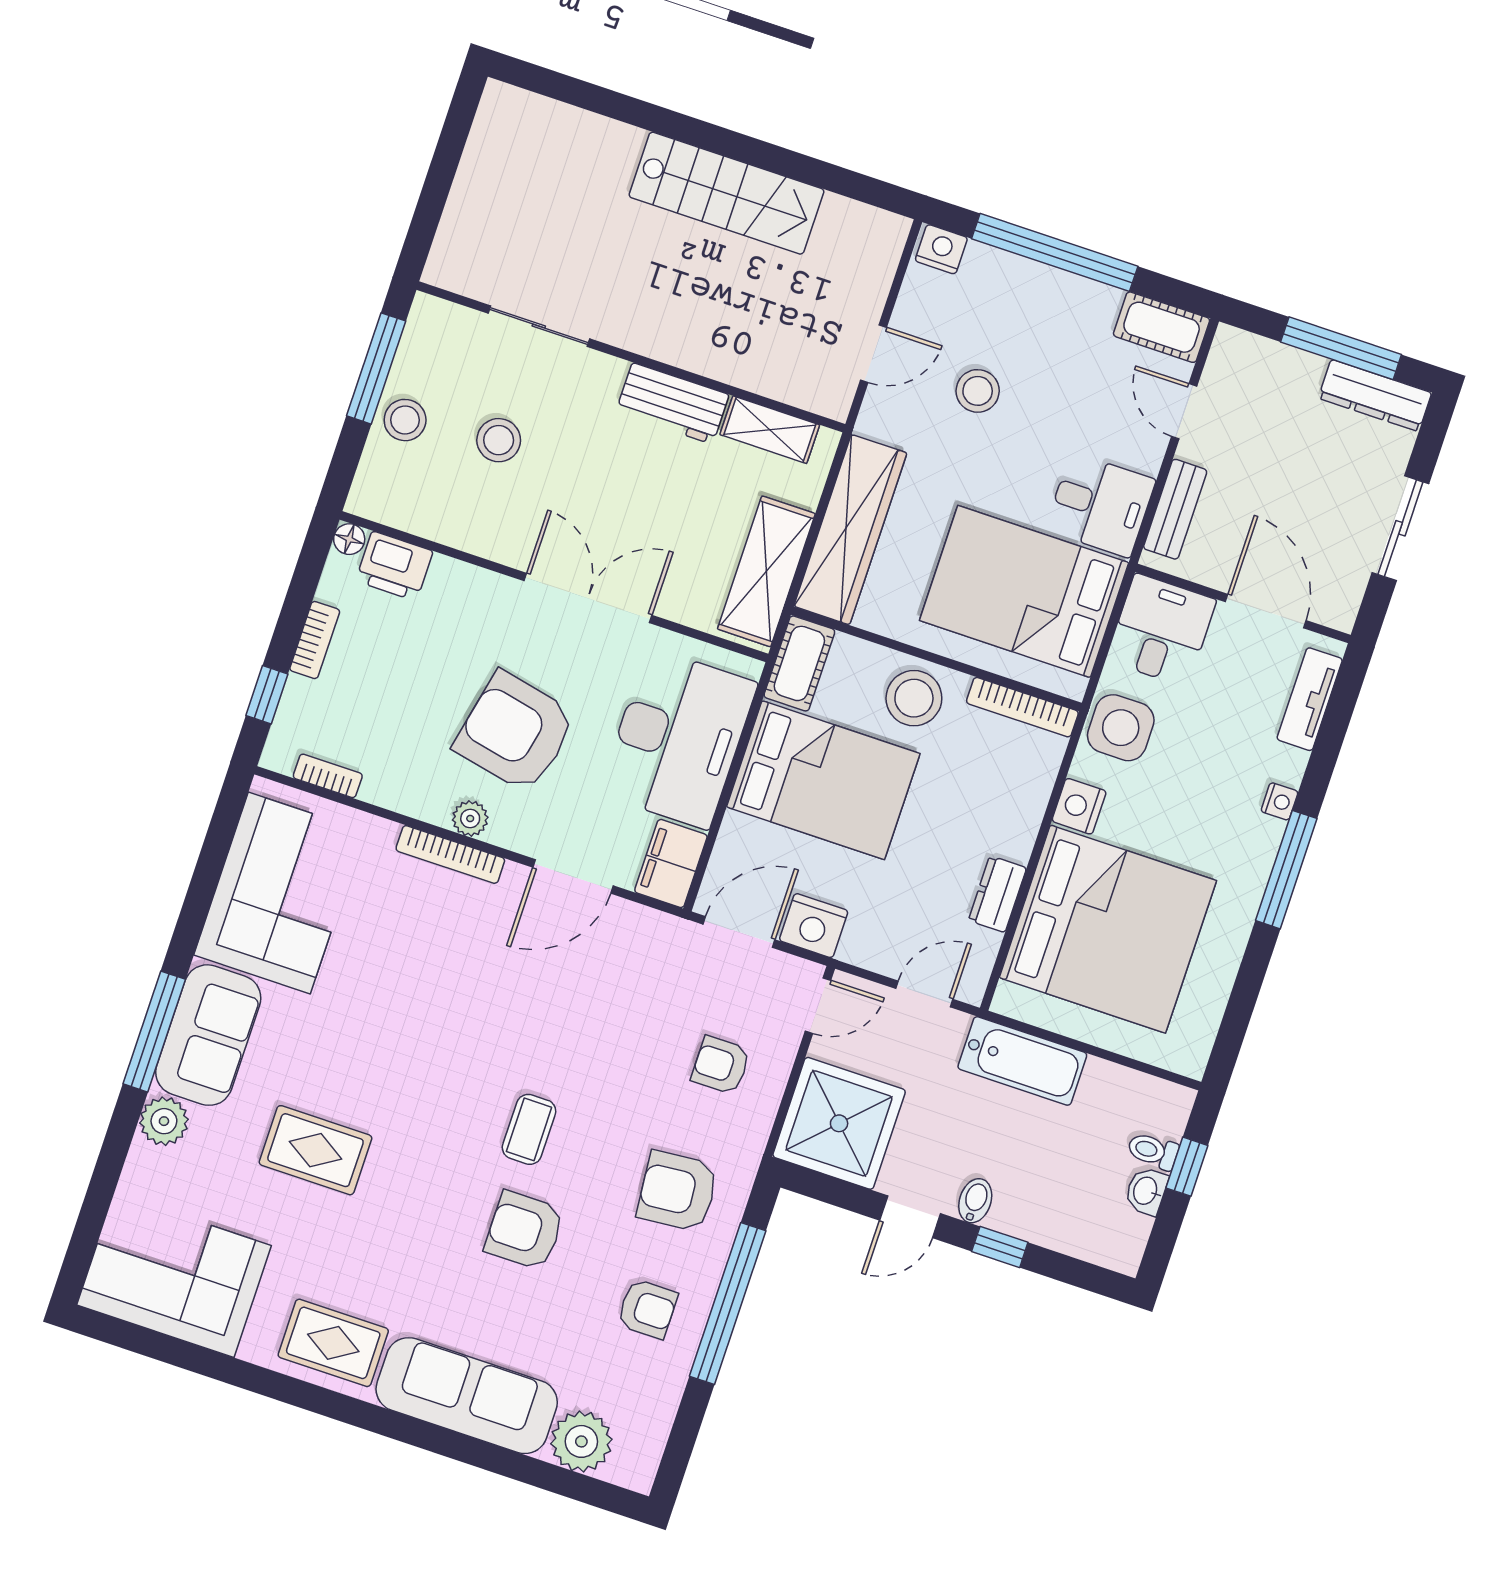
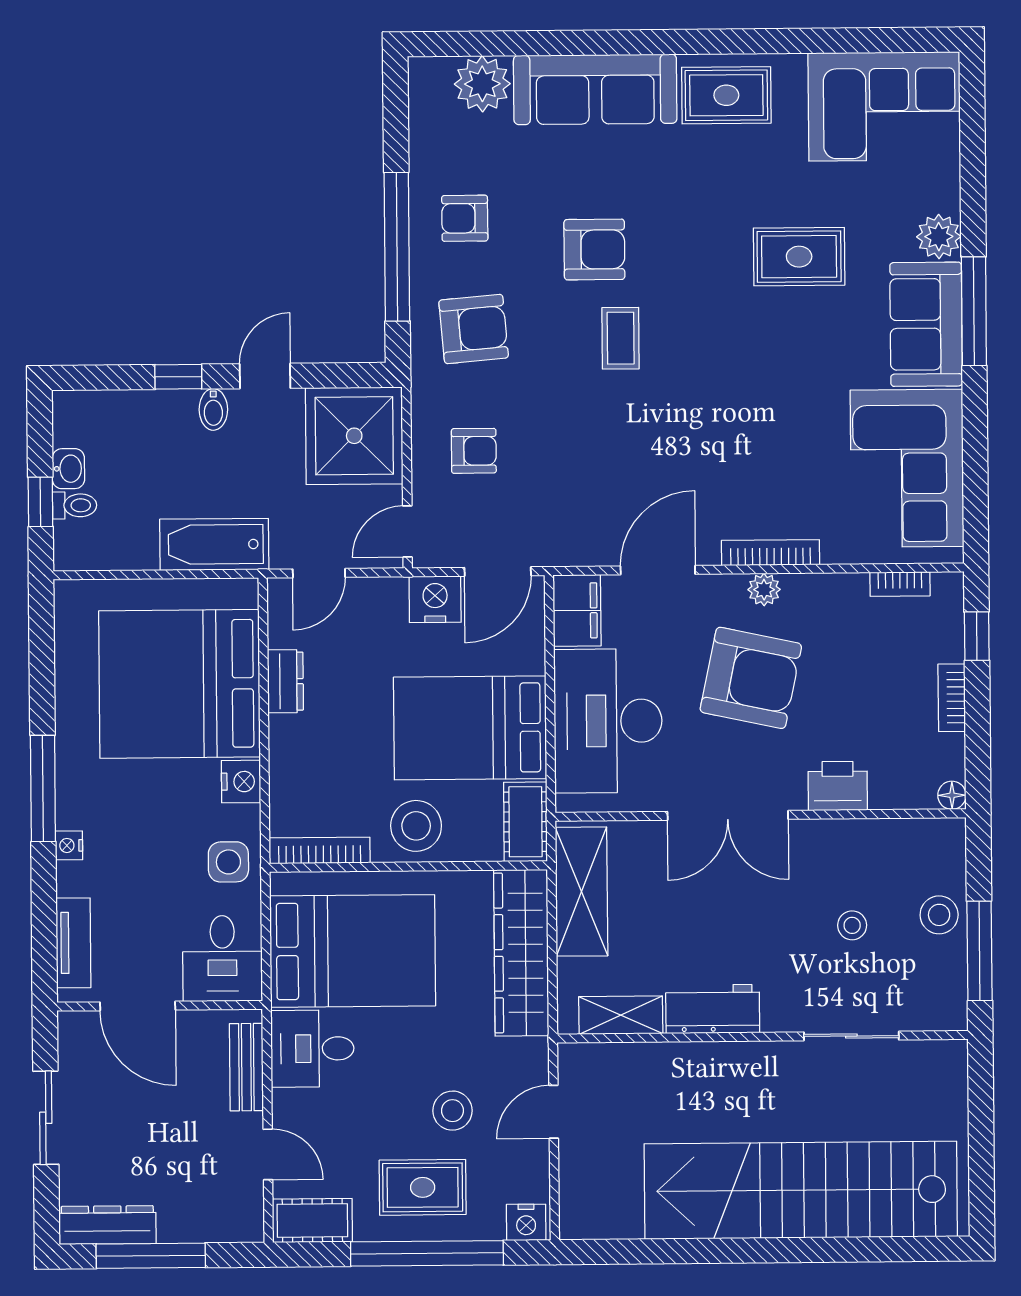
stairs: (726, 193) -> (801, 1190), width x1.86, depth x1.51
rug: (1036, 322) -> (423, 1187), added
stool: (499, 440) -> (852, 925), width x0.73, depth x0.73
printer: (394, 566) -> (838, 786), moved
side table: (1121, 728) -> (228, 862), width x0.73, depth x0.73

